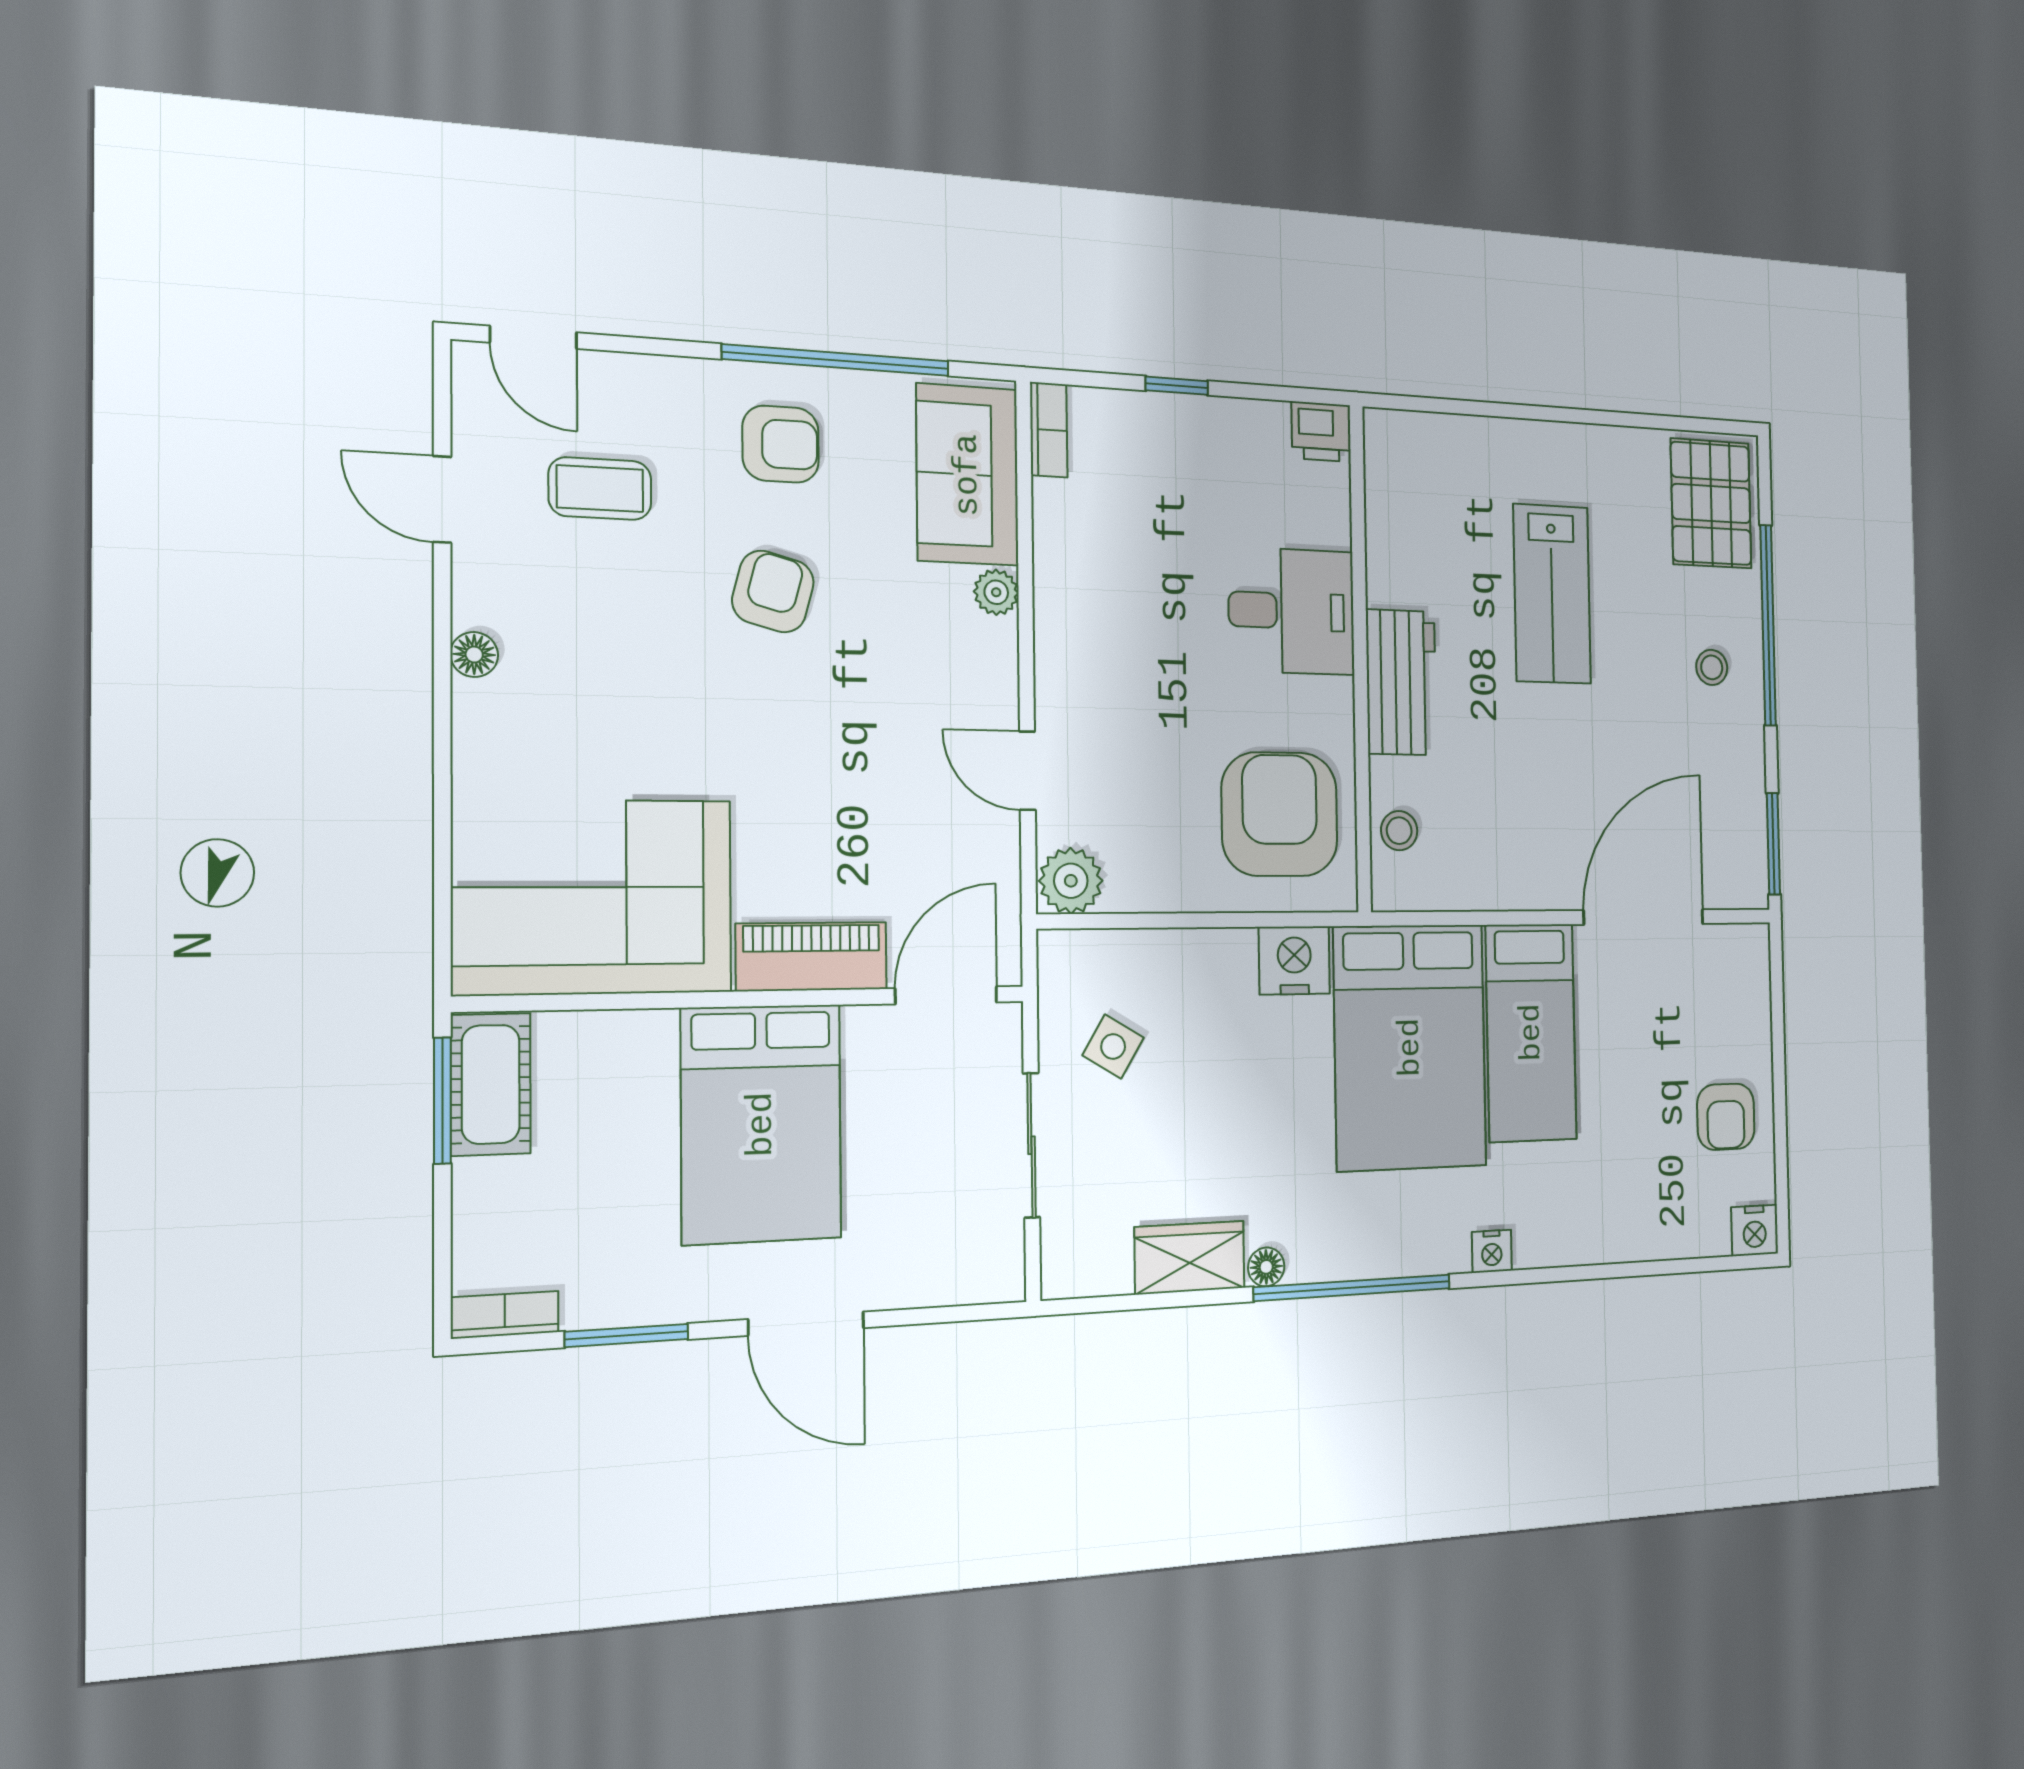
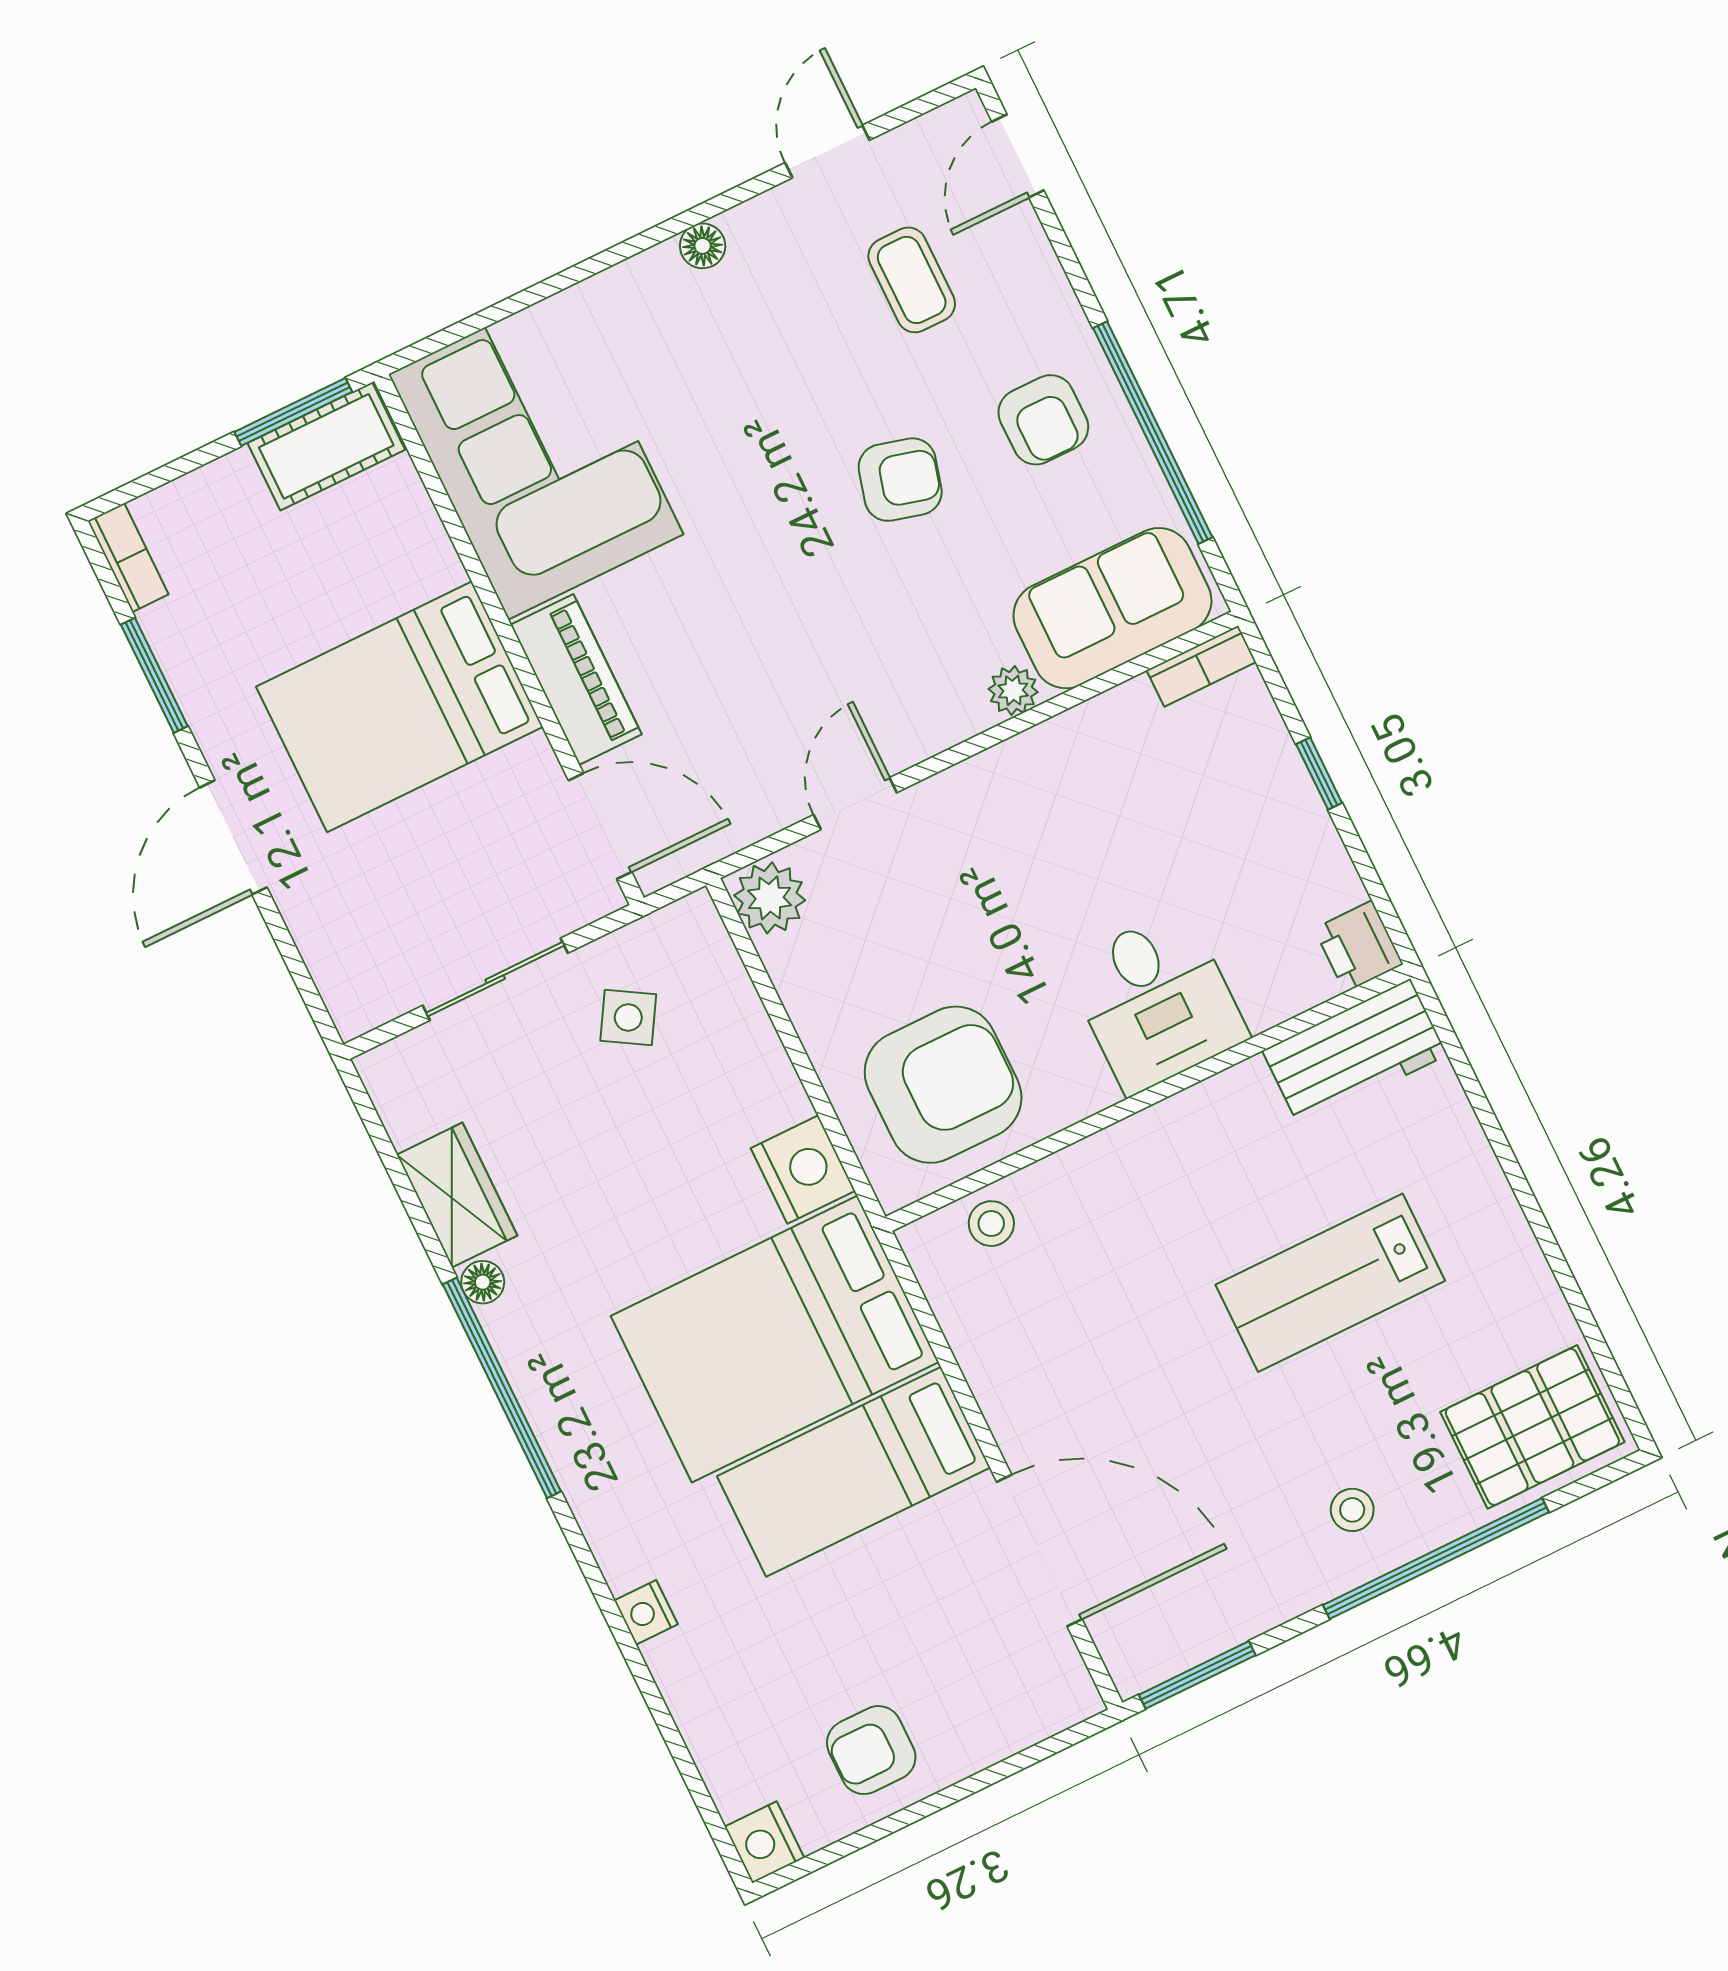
workbench: (1401, 682) -> (1355, 1053), moved
nightstand: (1492, 1251) -> (646, 1612), moved

